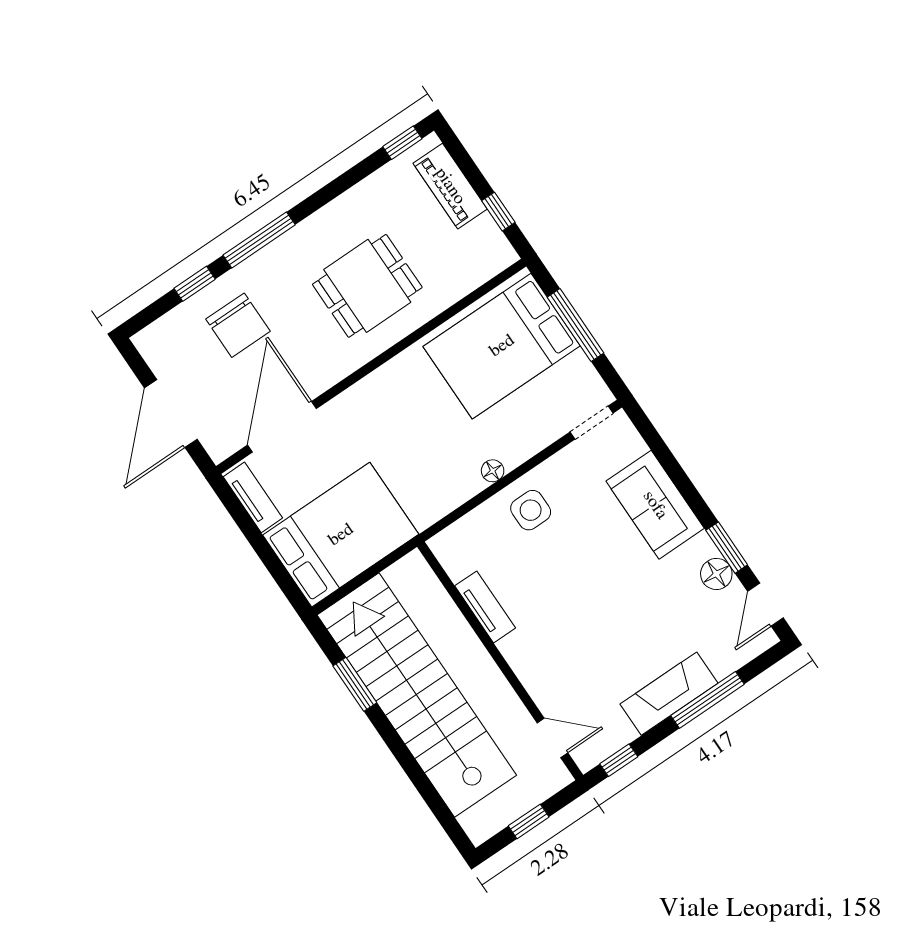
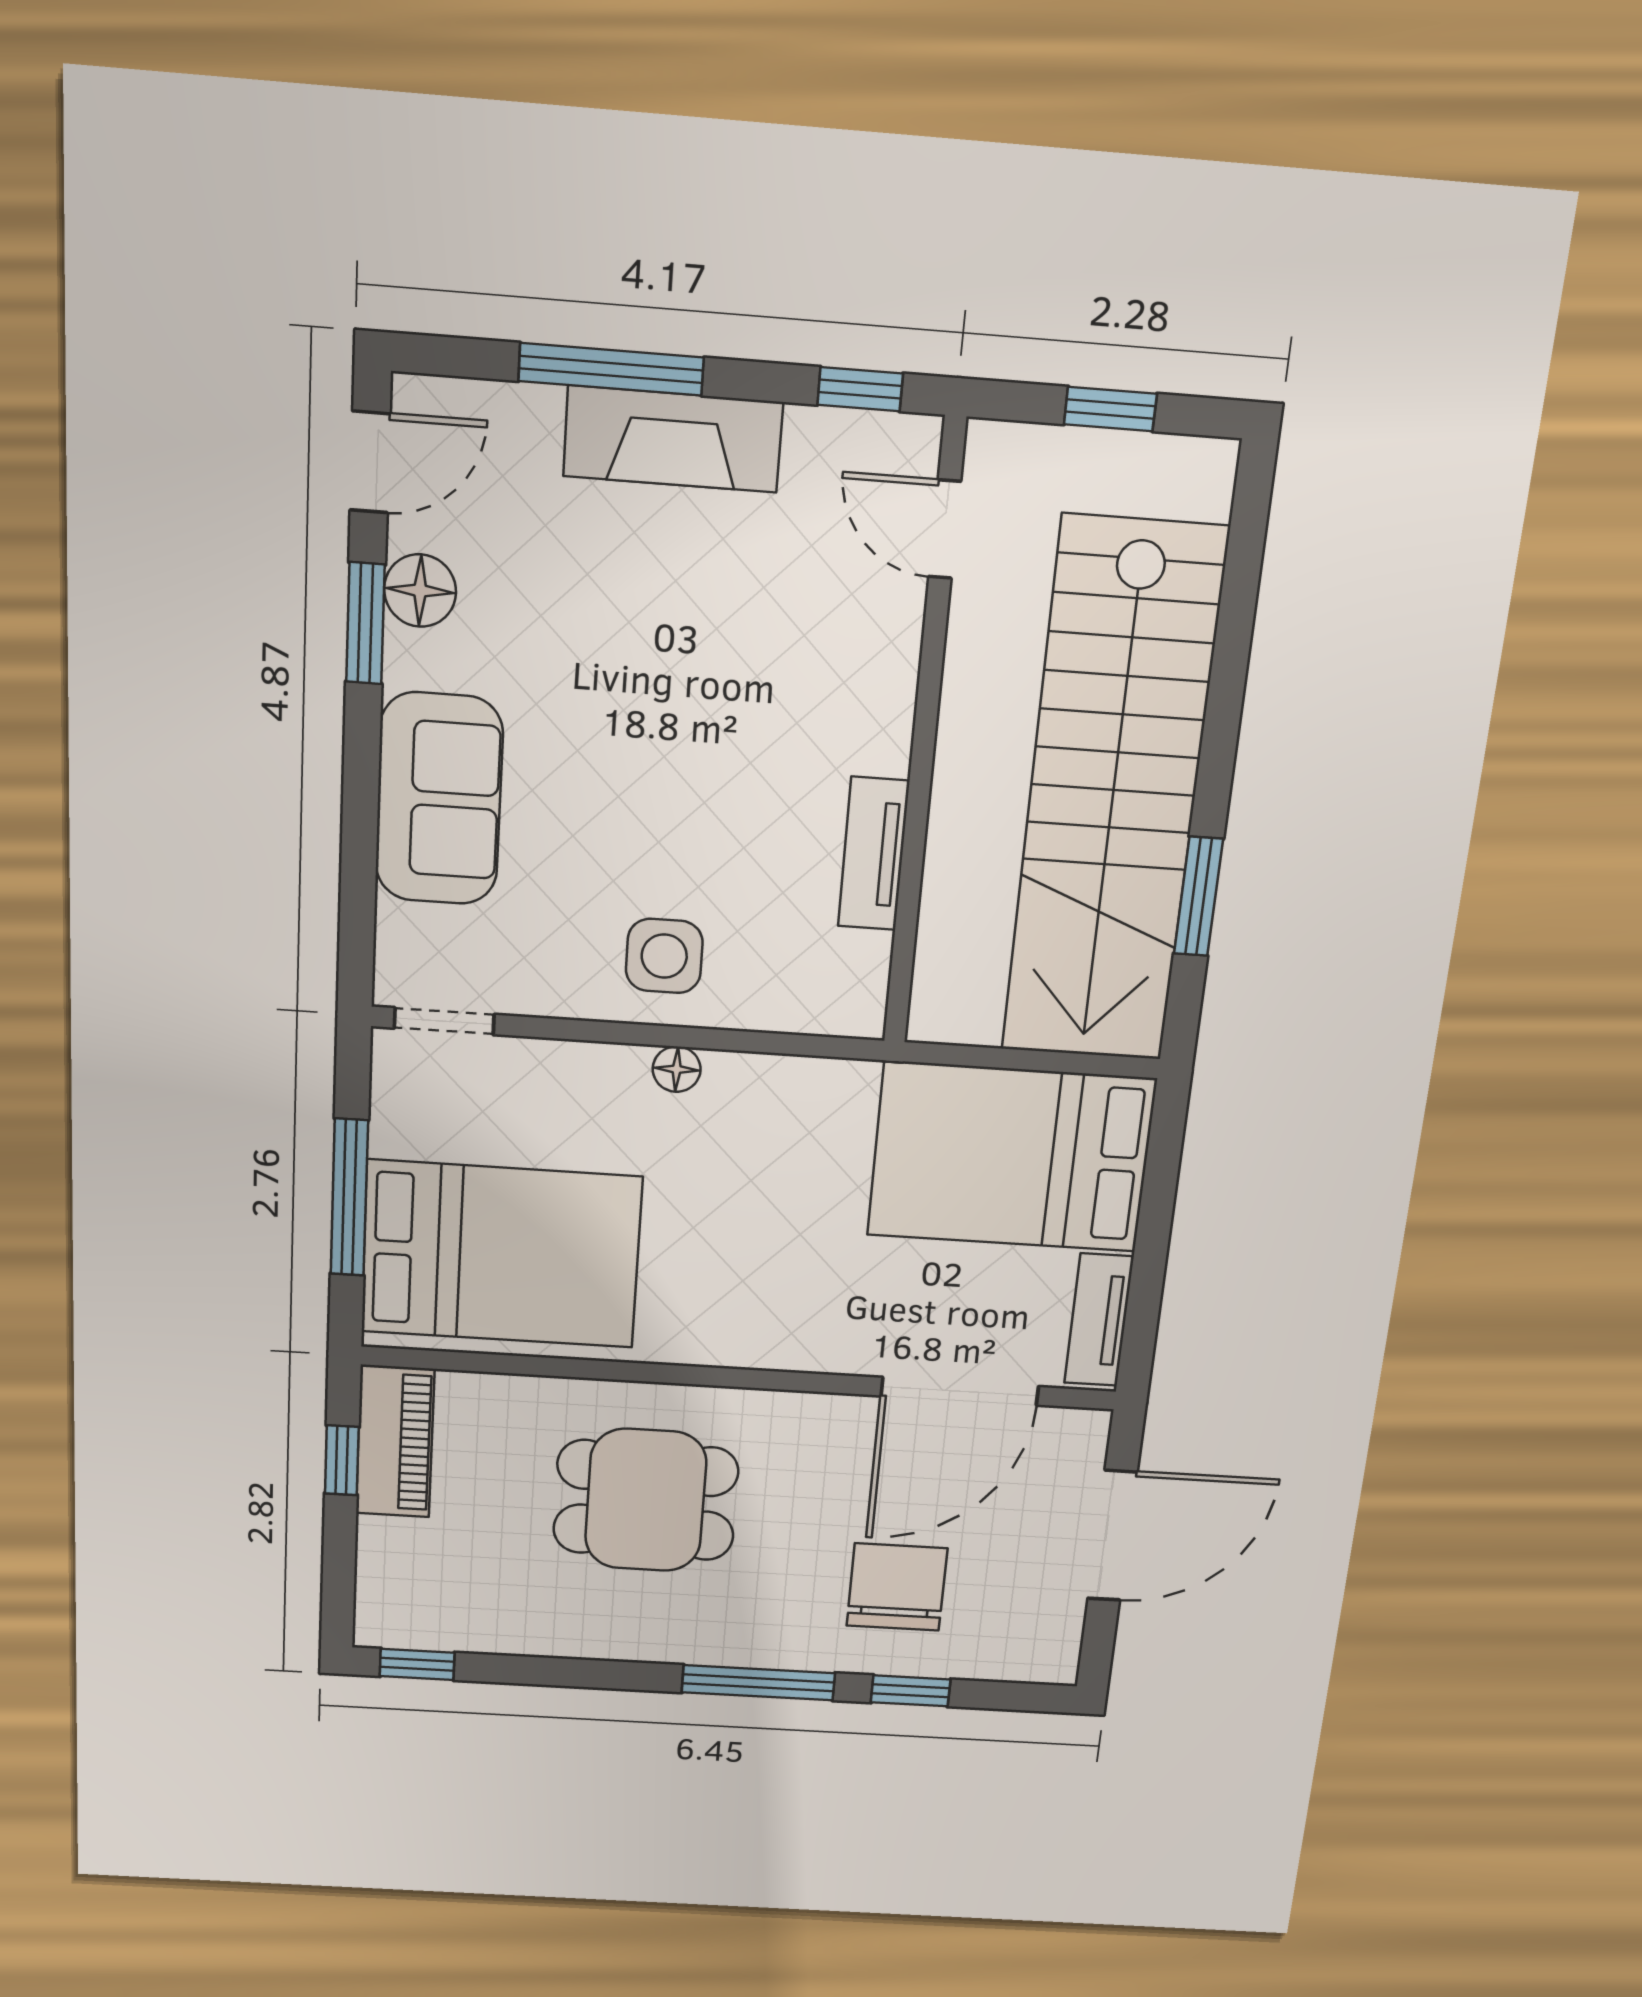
piano: (450, 186) -> (395, 1442), moved

